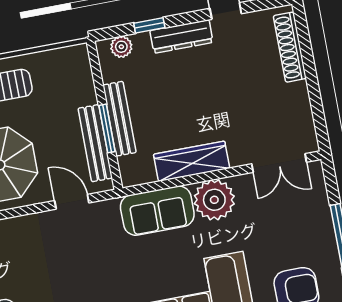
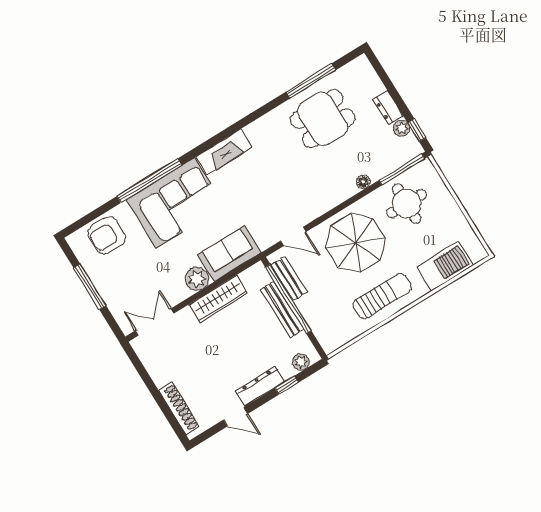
window: (107, 128) -> (288, 299), width x2.11
bench: (95, 143) -> (289, 279), width x0.73
plant: (214, 200) -> (197, 279), width x0.73, depth x0.73

